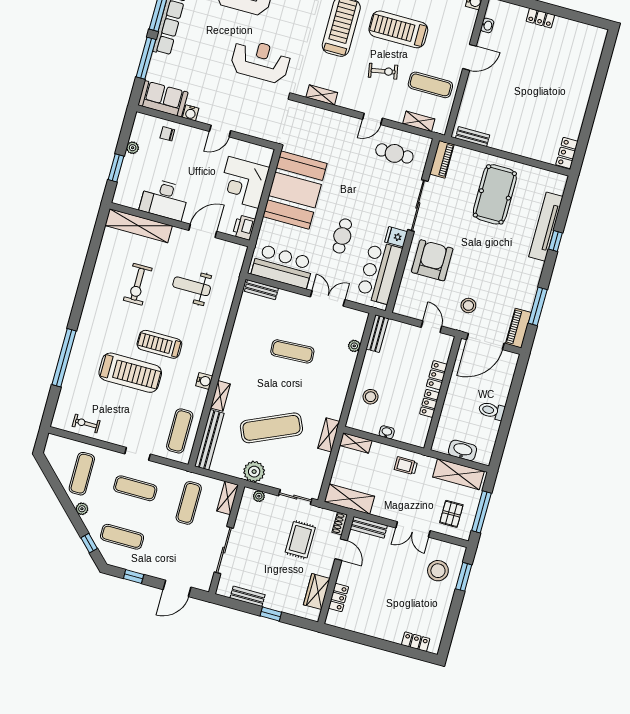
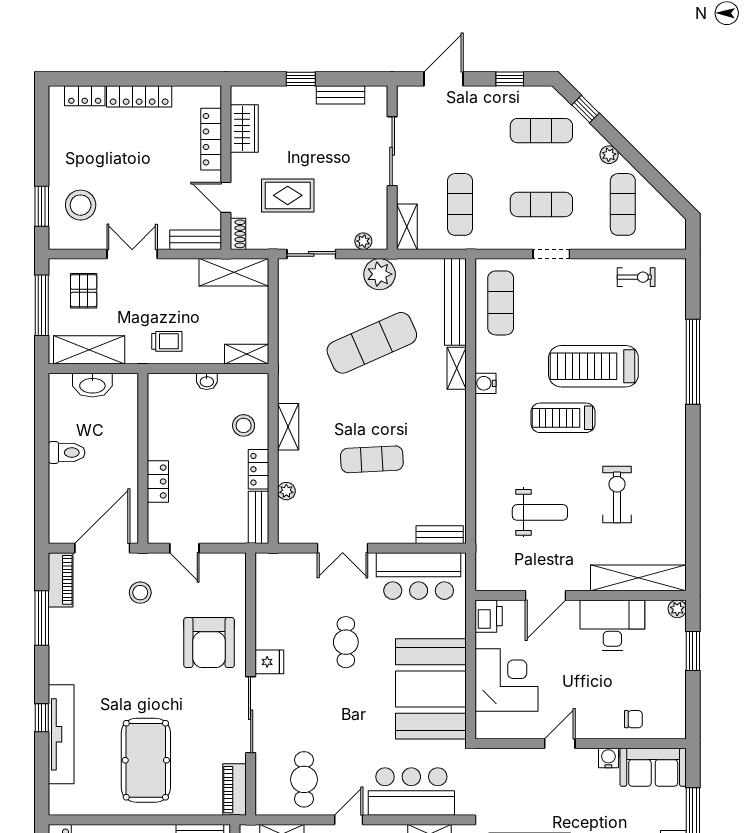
plant: (133, 148) -> (677, 609), moved
cafe table: (394, 153) -> (304, 779), turned 90
bar counter: (380, 272) -> (411, 792), moved, turned -90
treadmill: (159, 344) -> (563, 418), turned 180
locker: (430, 403) -> (258, 469), moved, turned 180
shelving: (329, 435) -> (288, 427), moved
rug: (300, 540) -> (288, 195), turned 90
locker: (338, 597) -> (211, 139), width x1.53
locker: (380, 632) -> (139, 96), added

